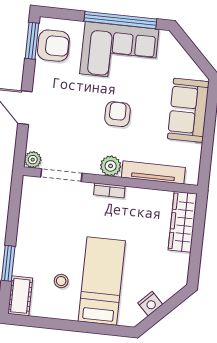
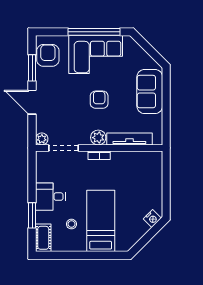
window: (32, 41) -> (32, 68), moved
armchair: (53, 46) -> (48, 55), turned -90
wardrobe: (183, 222) -> (154, 172), removed
desk: (36, 240) -> (50, 197), added
nightstand: (150, 304) -> (152, 219), moved

